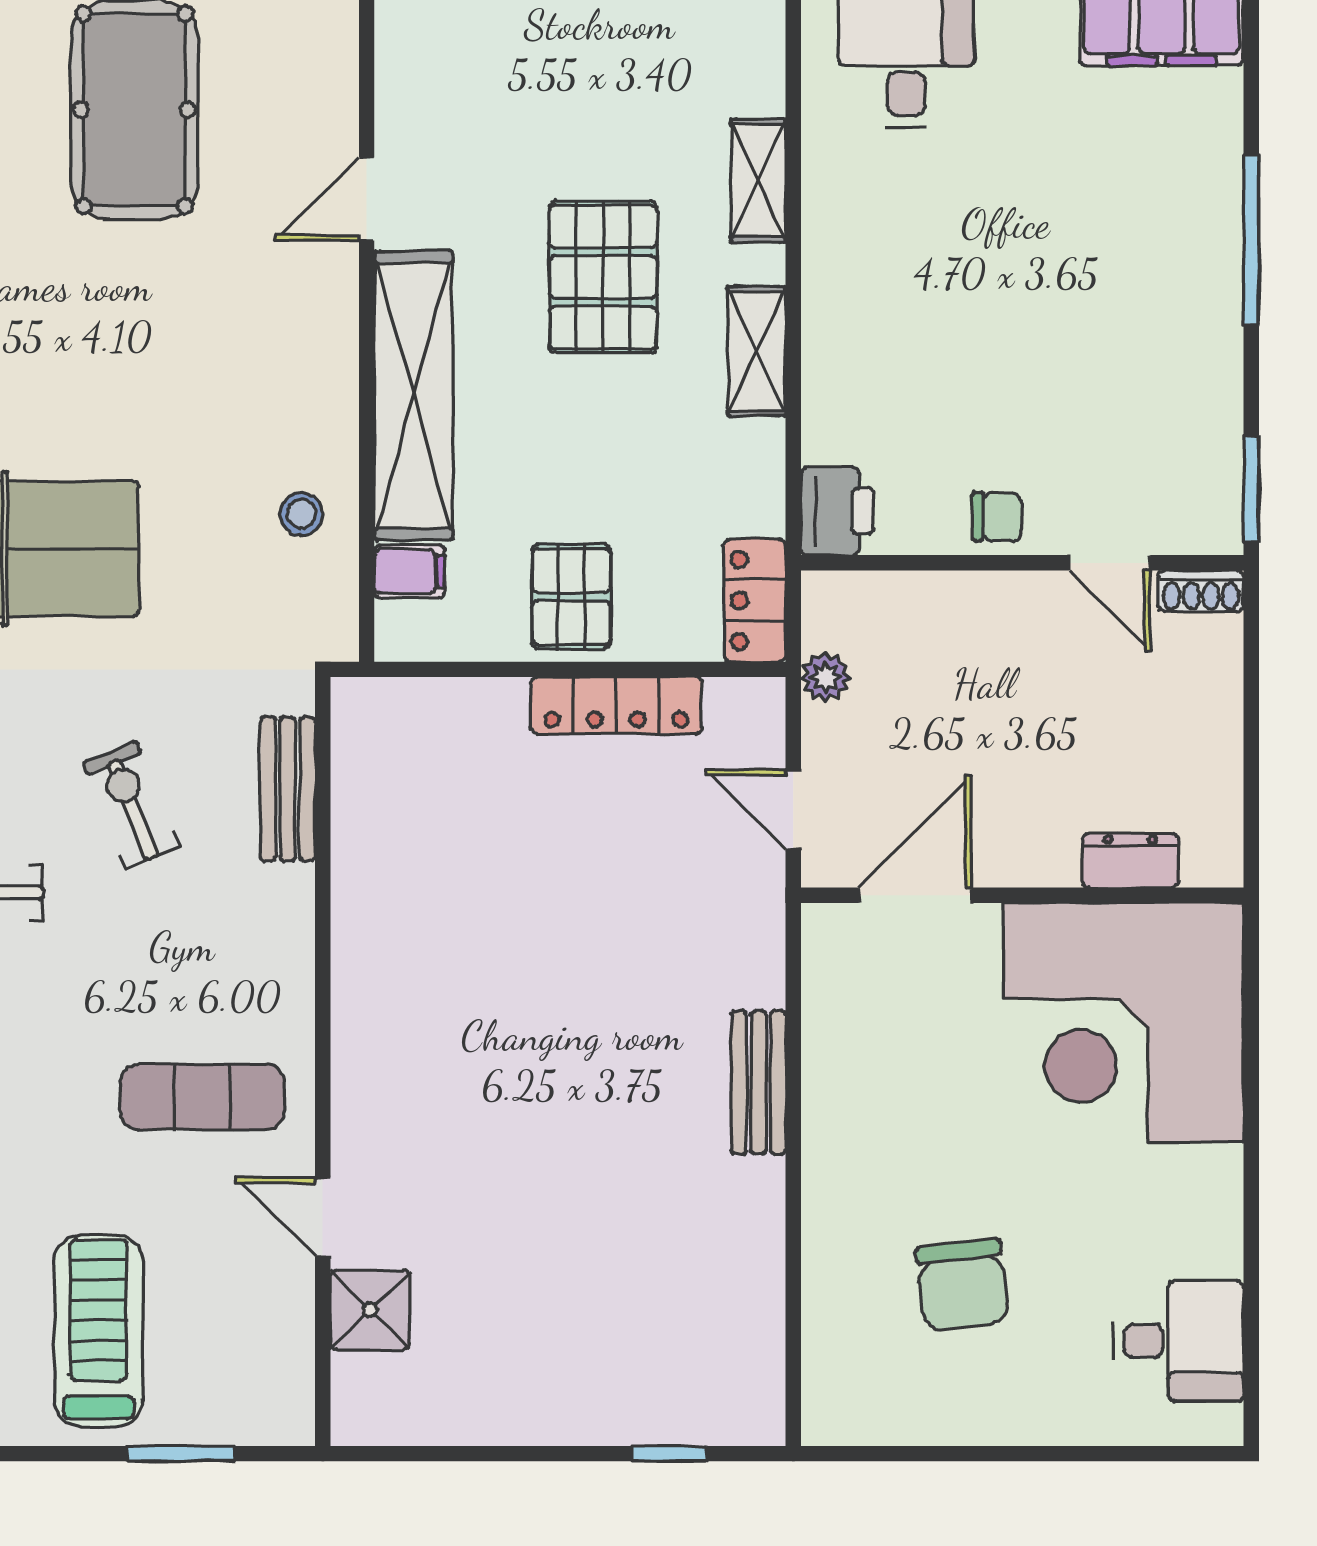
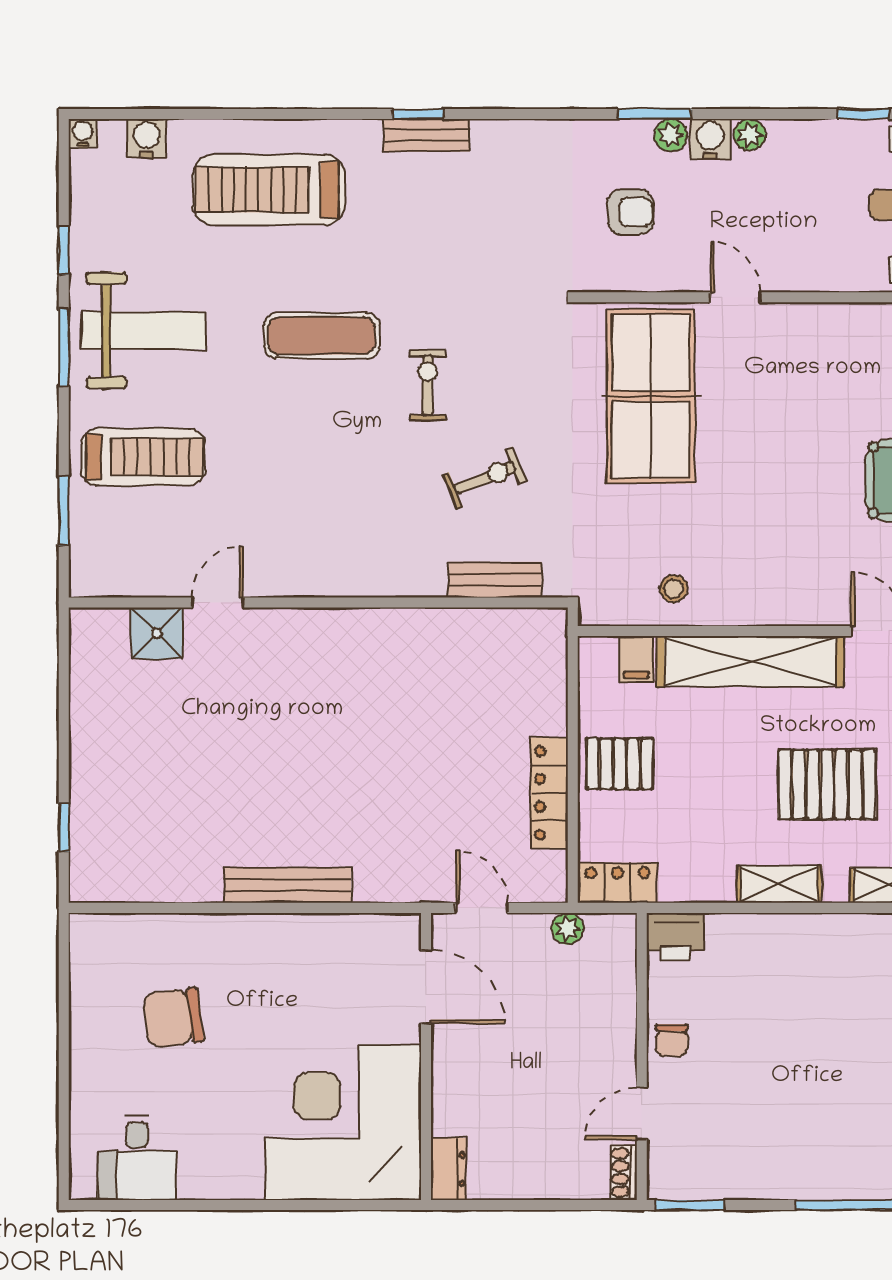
door: (793, 810) -> (482, 908), hinge flipped
dresser: (1130, 861) -> (449, 1169), moved
bench: (758, 1082) -> (288, 885), width x1.36
exercise mat: (202, 1097) -> (295, 524), removed

